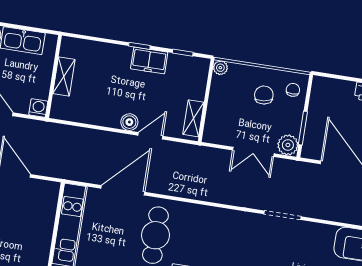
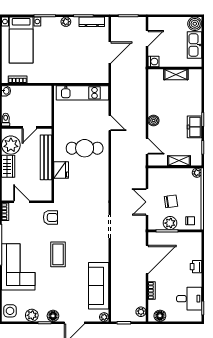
chair: (264, 95) -> (171, 201), moved
shelving: (193, 118) -> (179, 161), moved
door: (150, 136) -> (147, 146), moved
plant: (288, 145) -> (170, 223), moved
door: (123, 190) -> (110, 123), width x0.53

